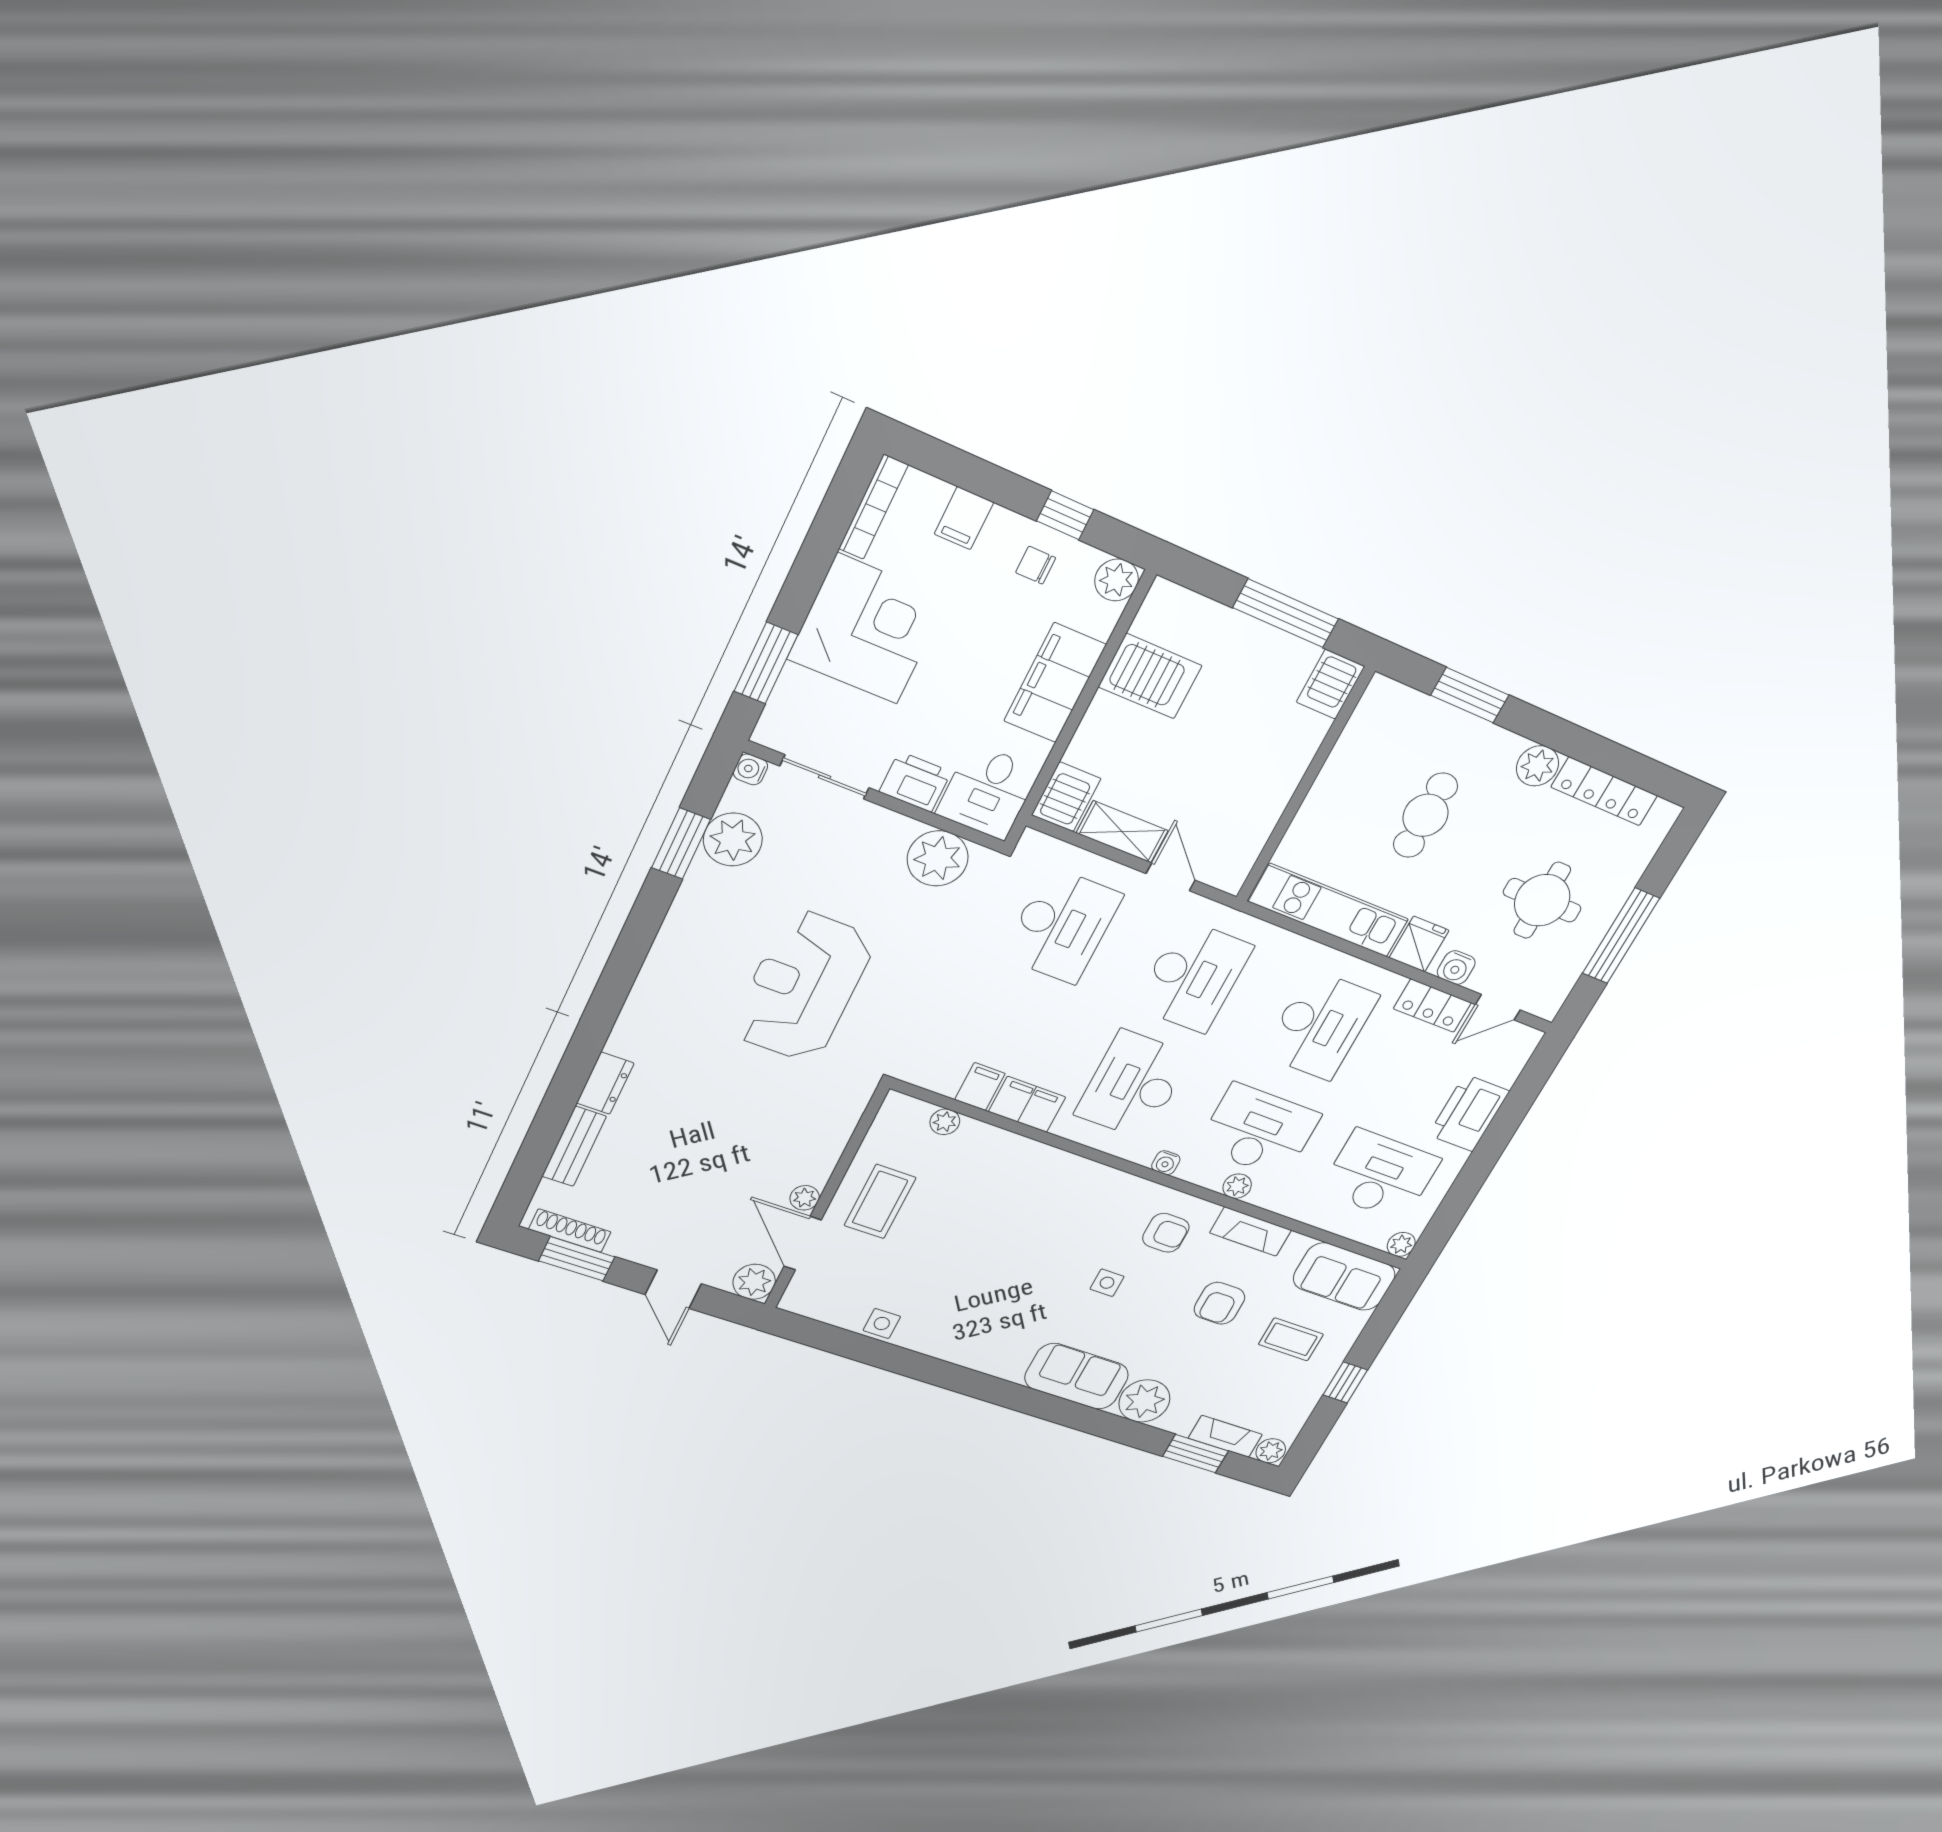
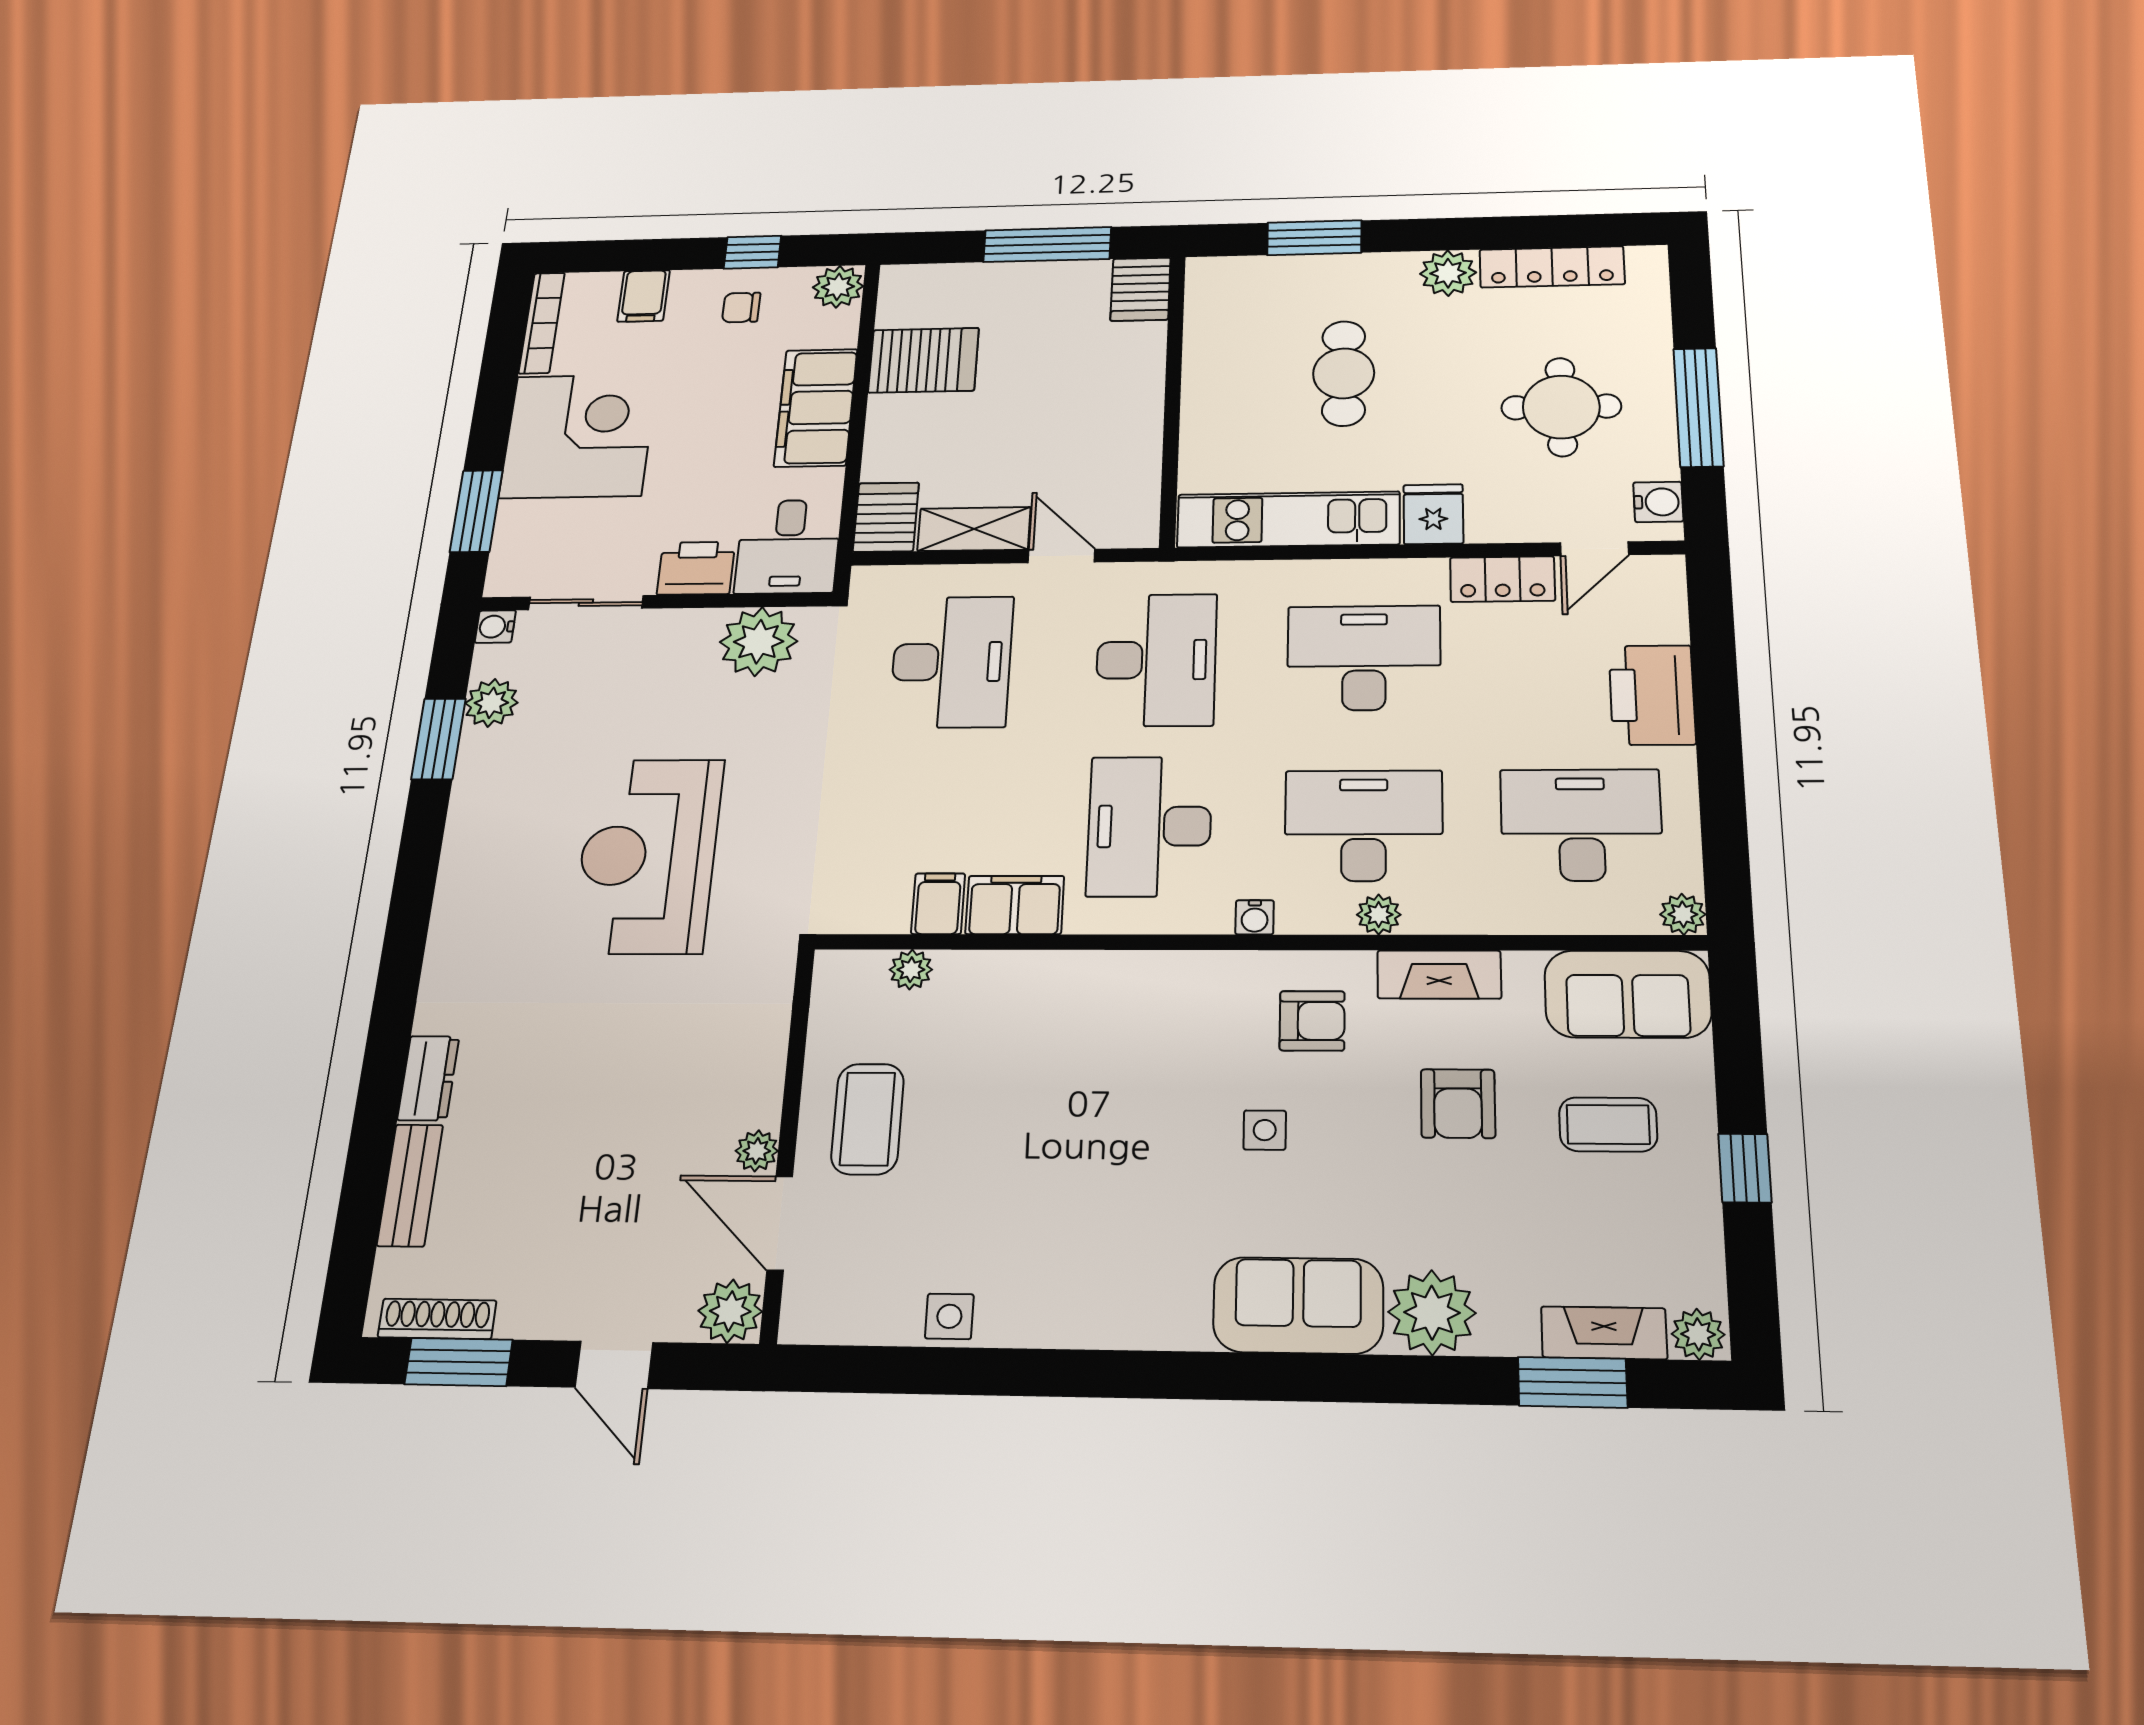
plant: (733, 840) -> (491, 703), width x0.73, depth x0.73
water cooler: (1456, 968) -> (1658, 502), moved, turned -90
desk: (1320, 1025) -> (1364, 658), turned -90

